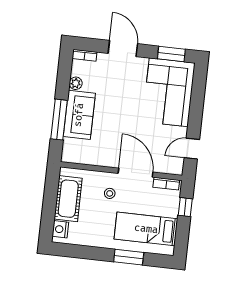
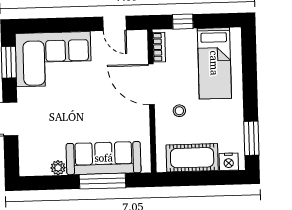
bookcase: (85, 55) -> (24, 162), removed
sofa: (79, 115) -> (104, 158), width x1.36
door: (136, 173) -> (151, 84), hinge flipped
window: (129, 257) -> (251, 138), moved

